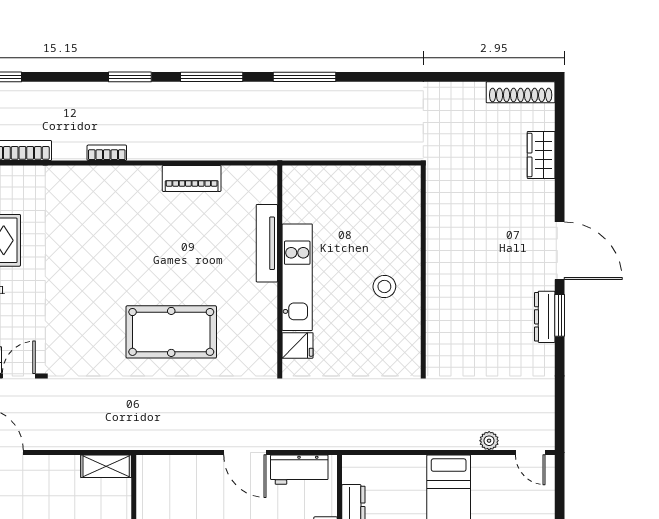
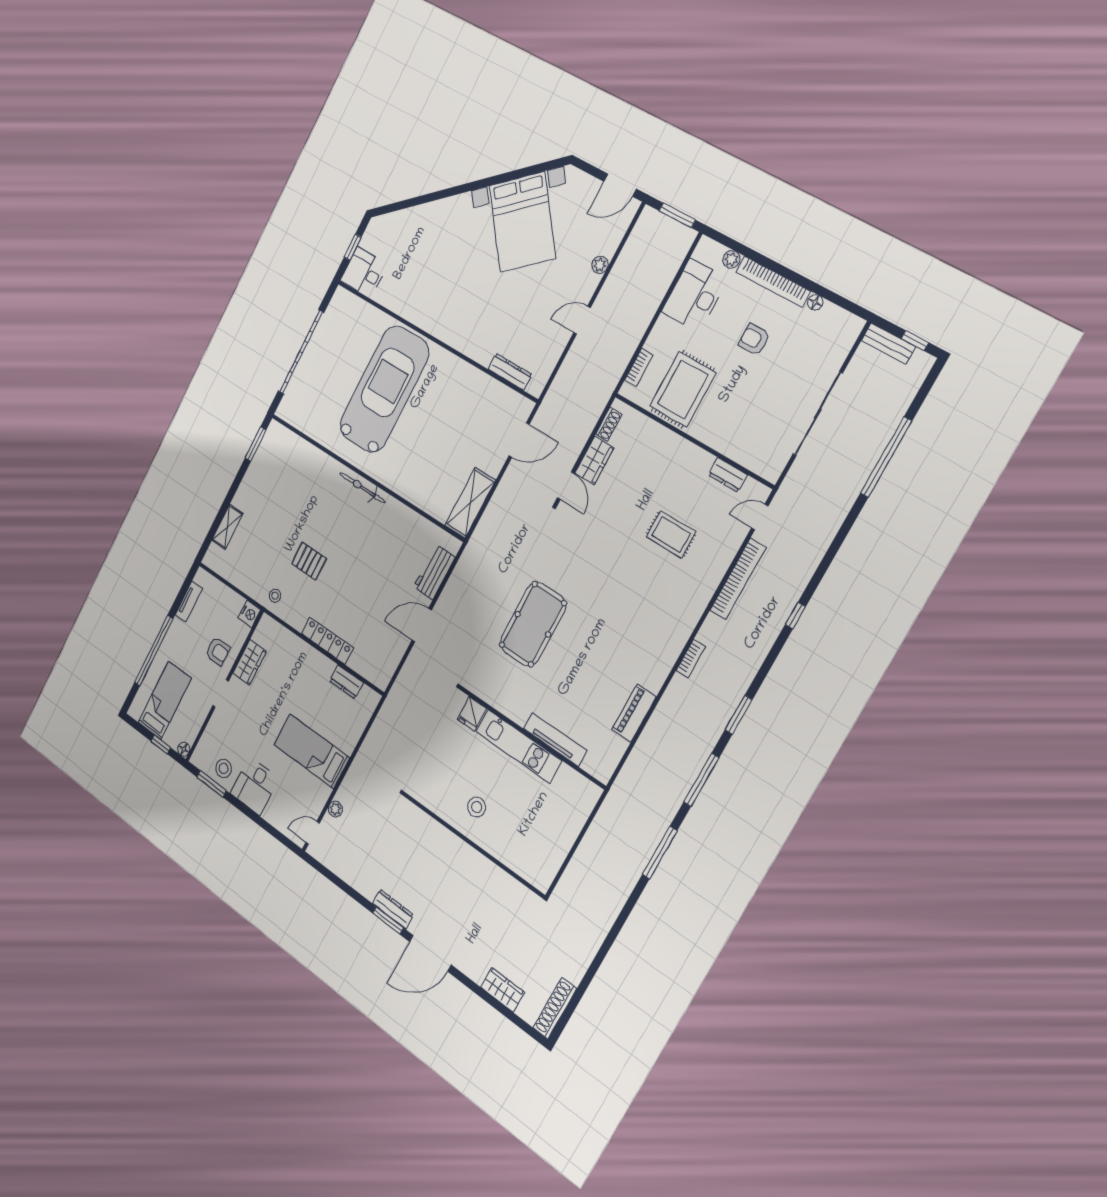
shelving: (106, 466) -> (470, 503), width x1.50, depth x1.33
workbench: (299, 470) -> (434, 572), moved

